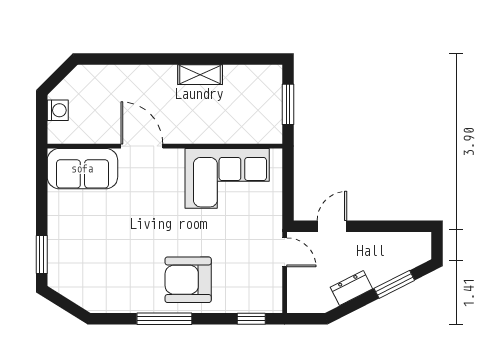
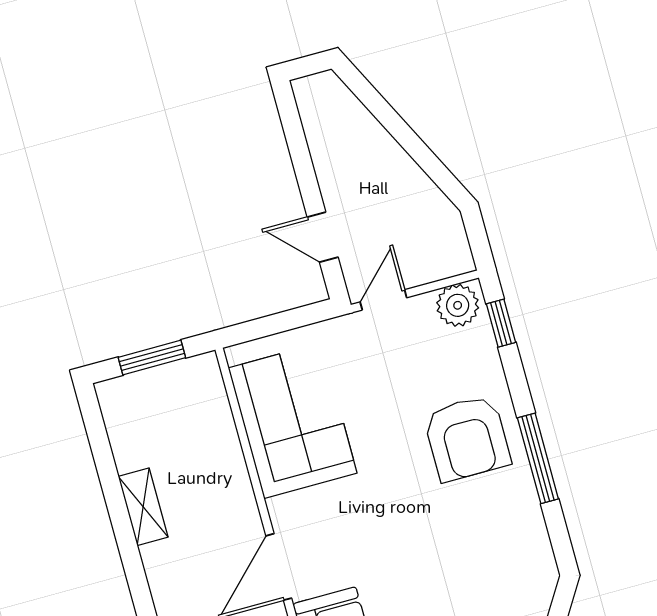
window: (394, 284) -> (386, 115), removed
dresser: (351, 288) -> (410, 181), removed
plant: (269, 296) -> (458, 305), added

